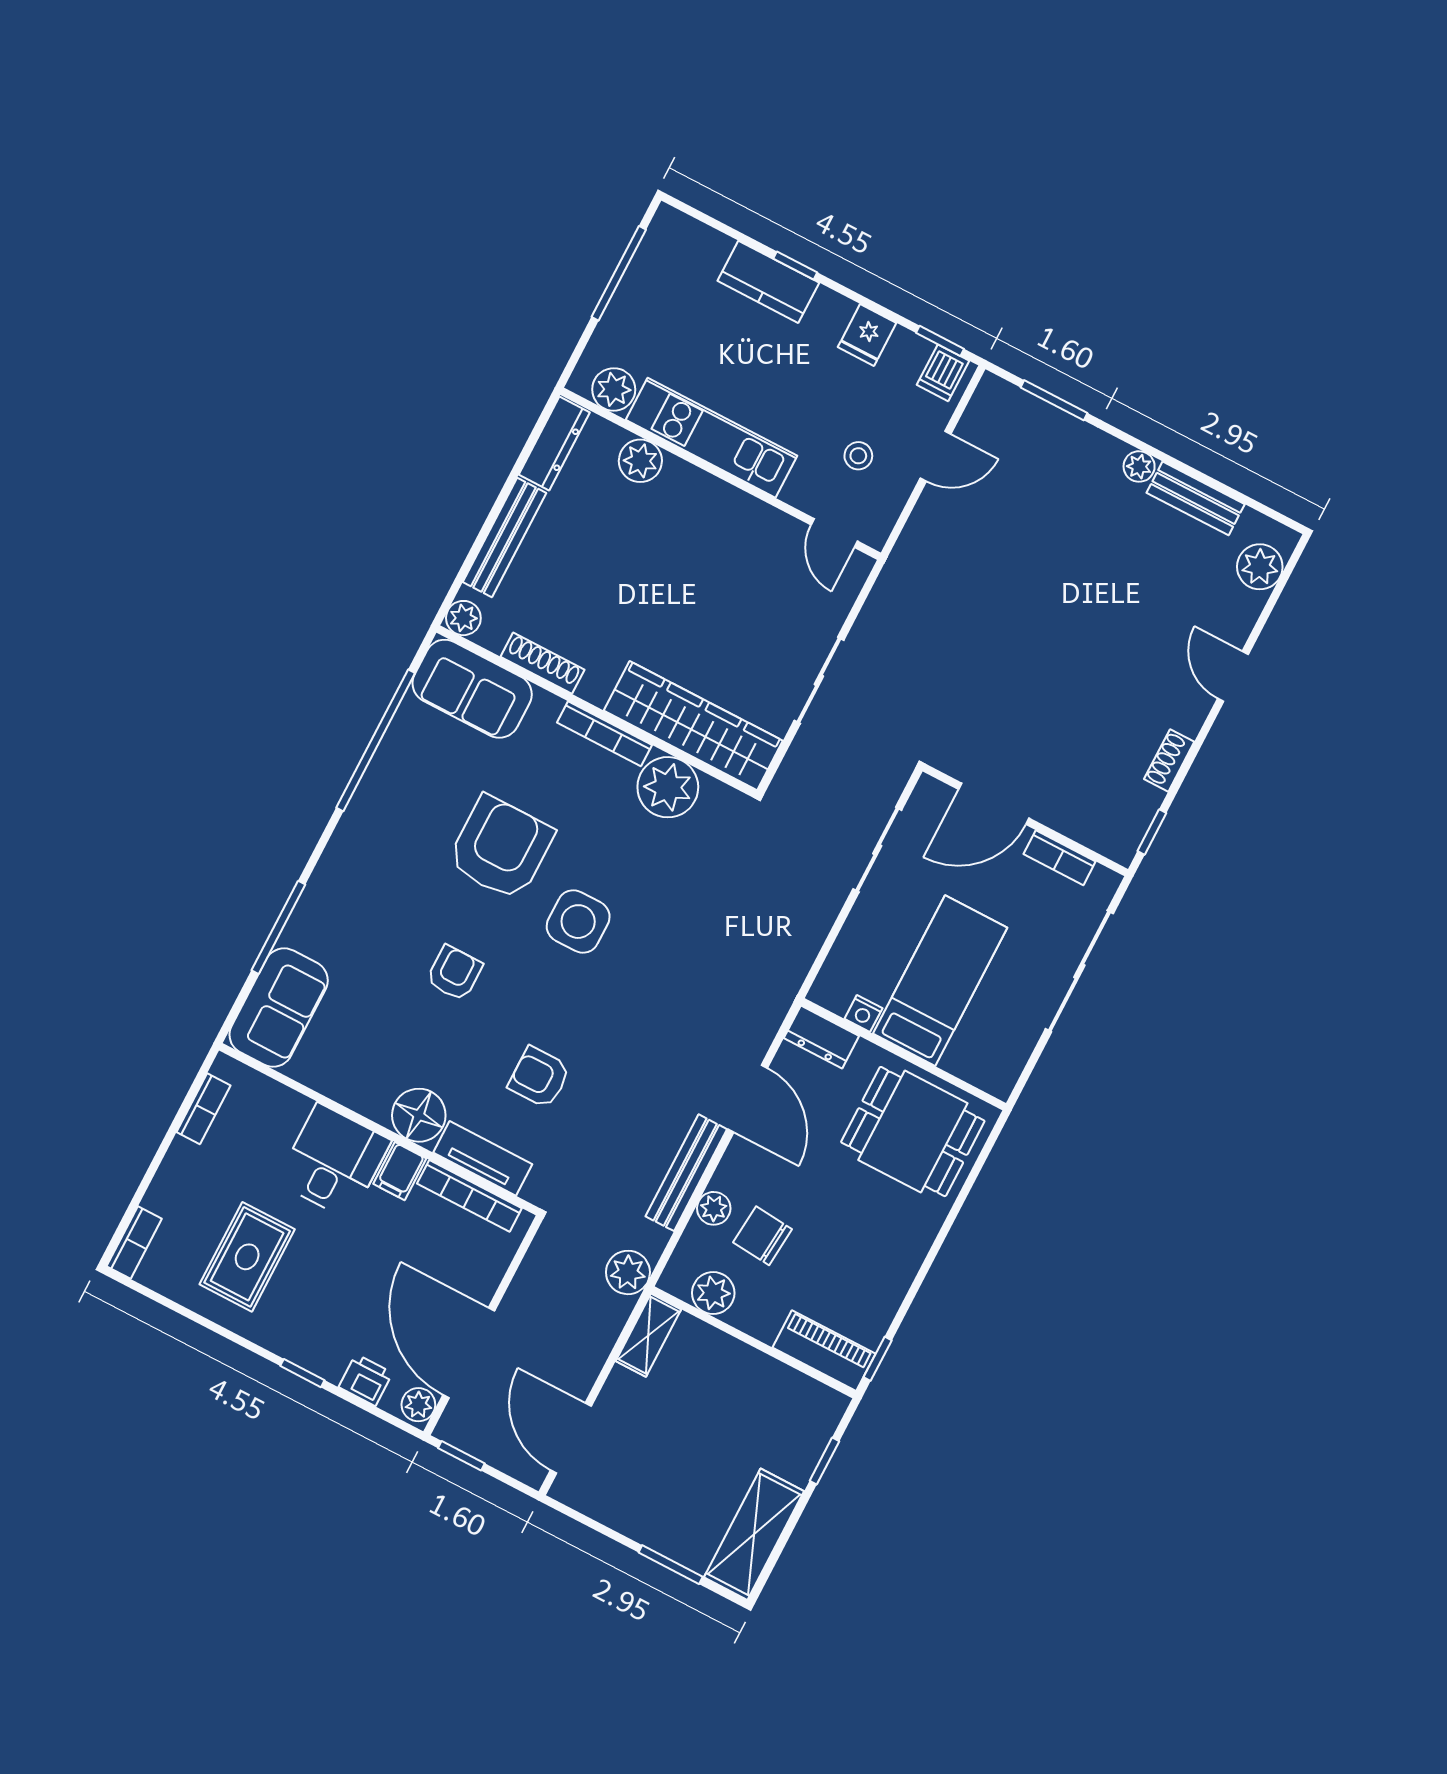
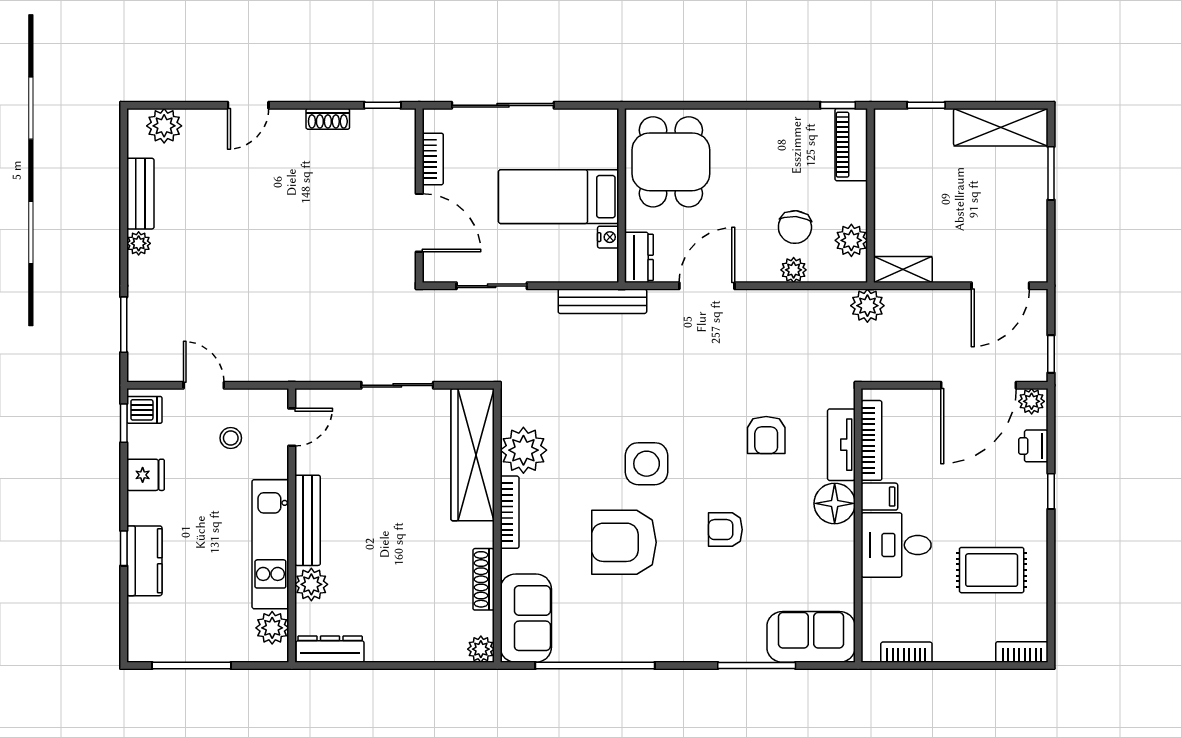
bench: (504, 537) -> (308, 520), moved, turned 90
bench: (686, 1173) -> (602, 301), moved

